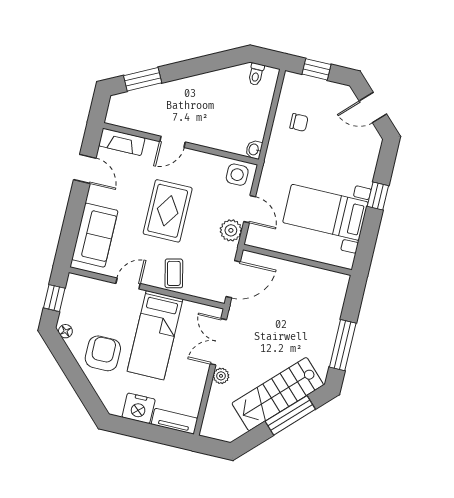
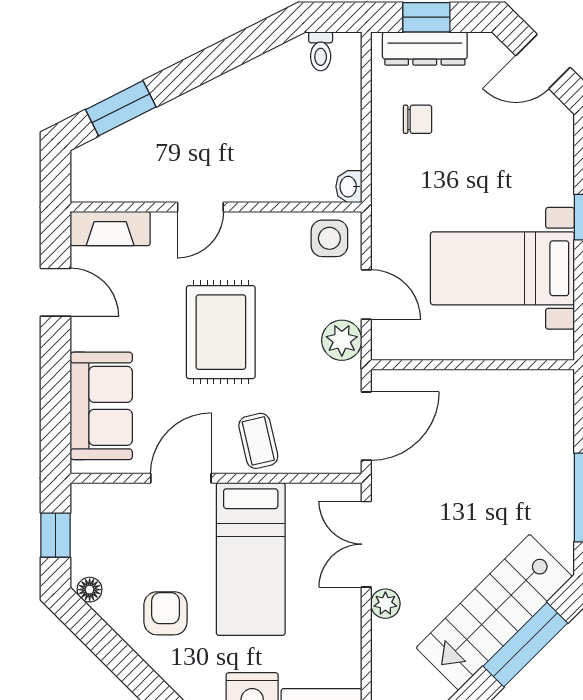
dresser: (312, 86) -> (425, 48), added
door: (128, 284) -> (181, 478), width x1.37
armchair: (103, 353) -> (166, 613), width x0.72, depth x0.72

